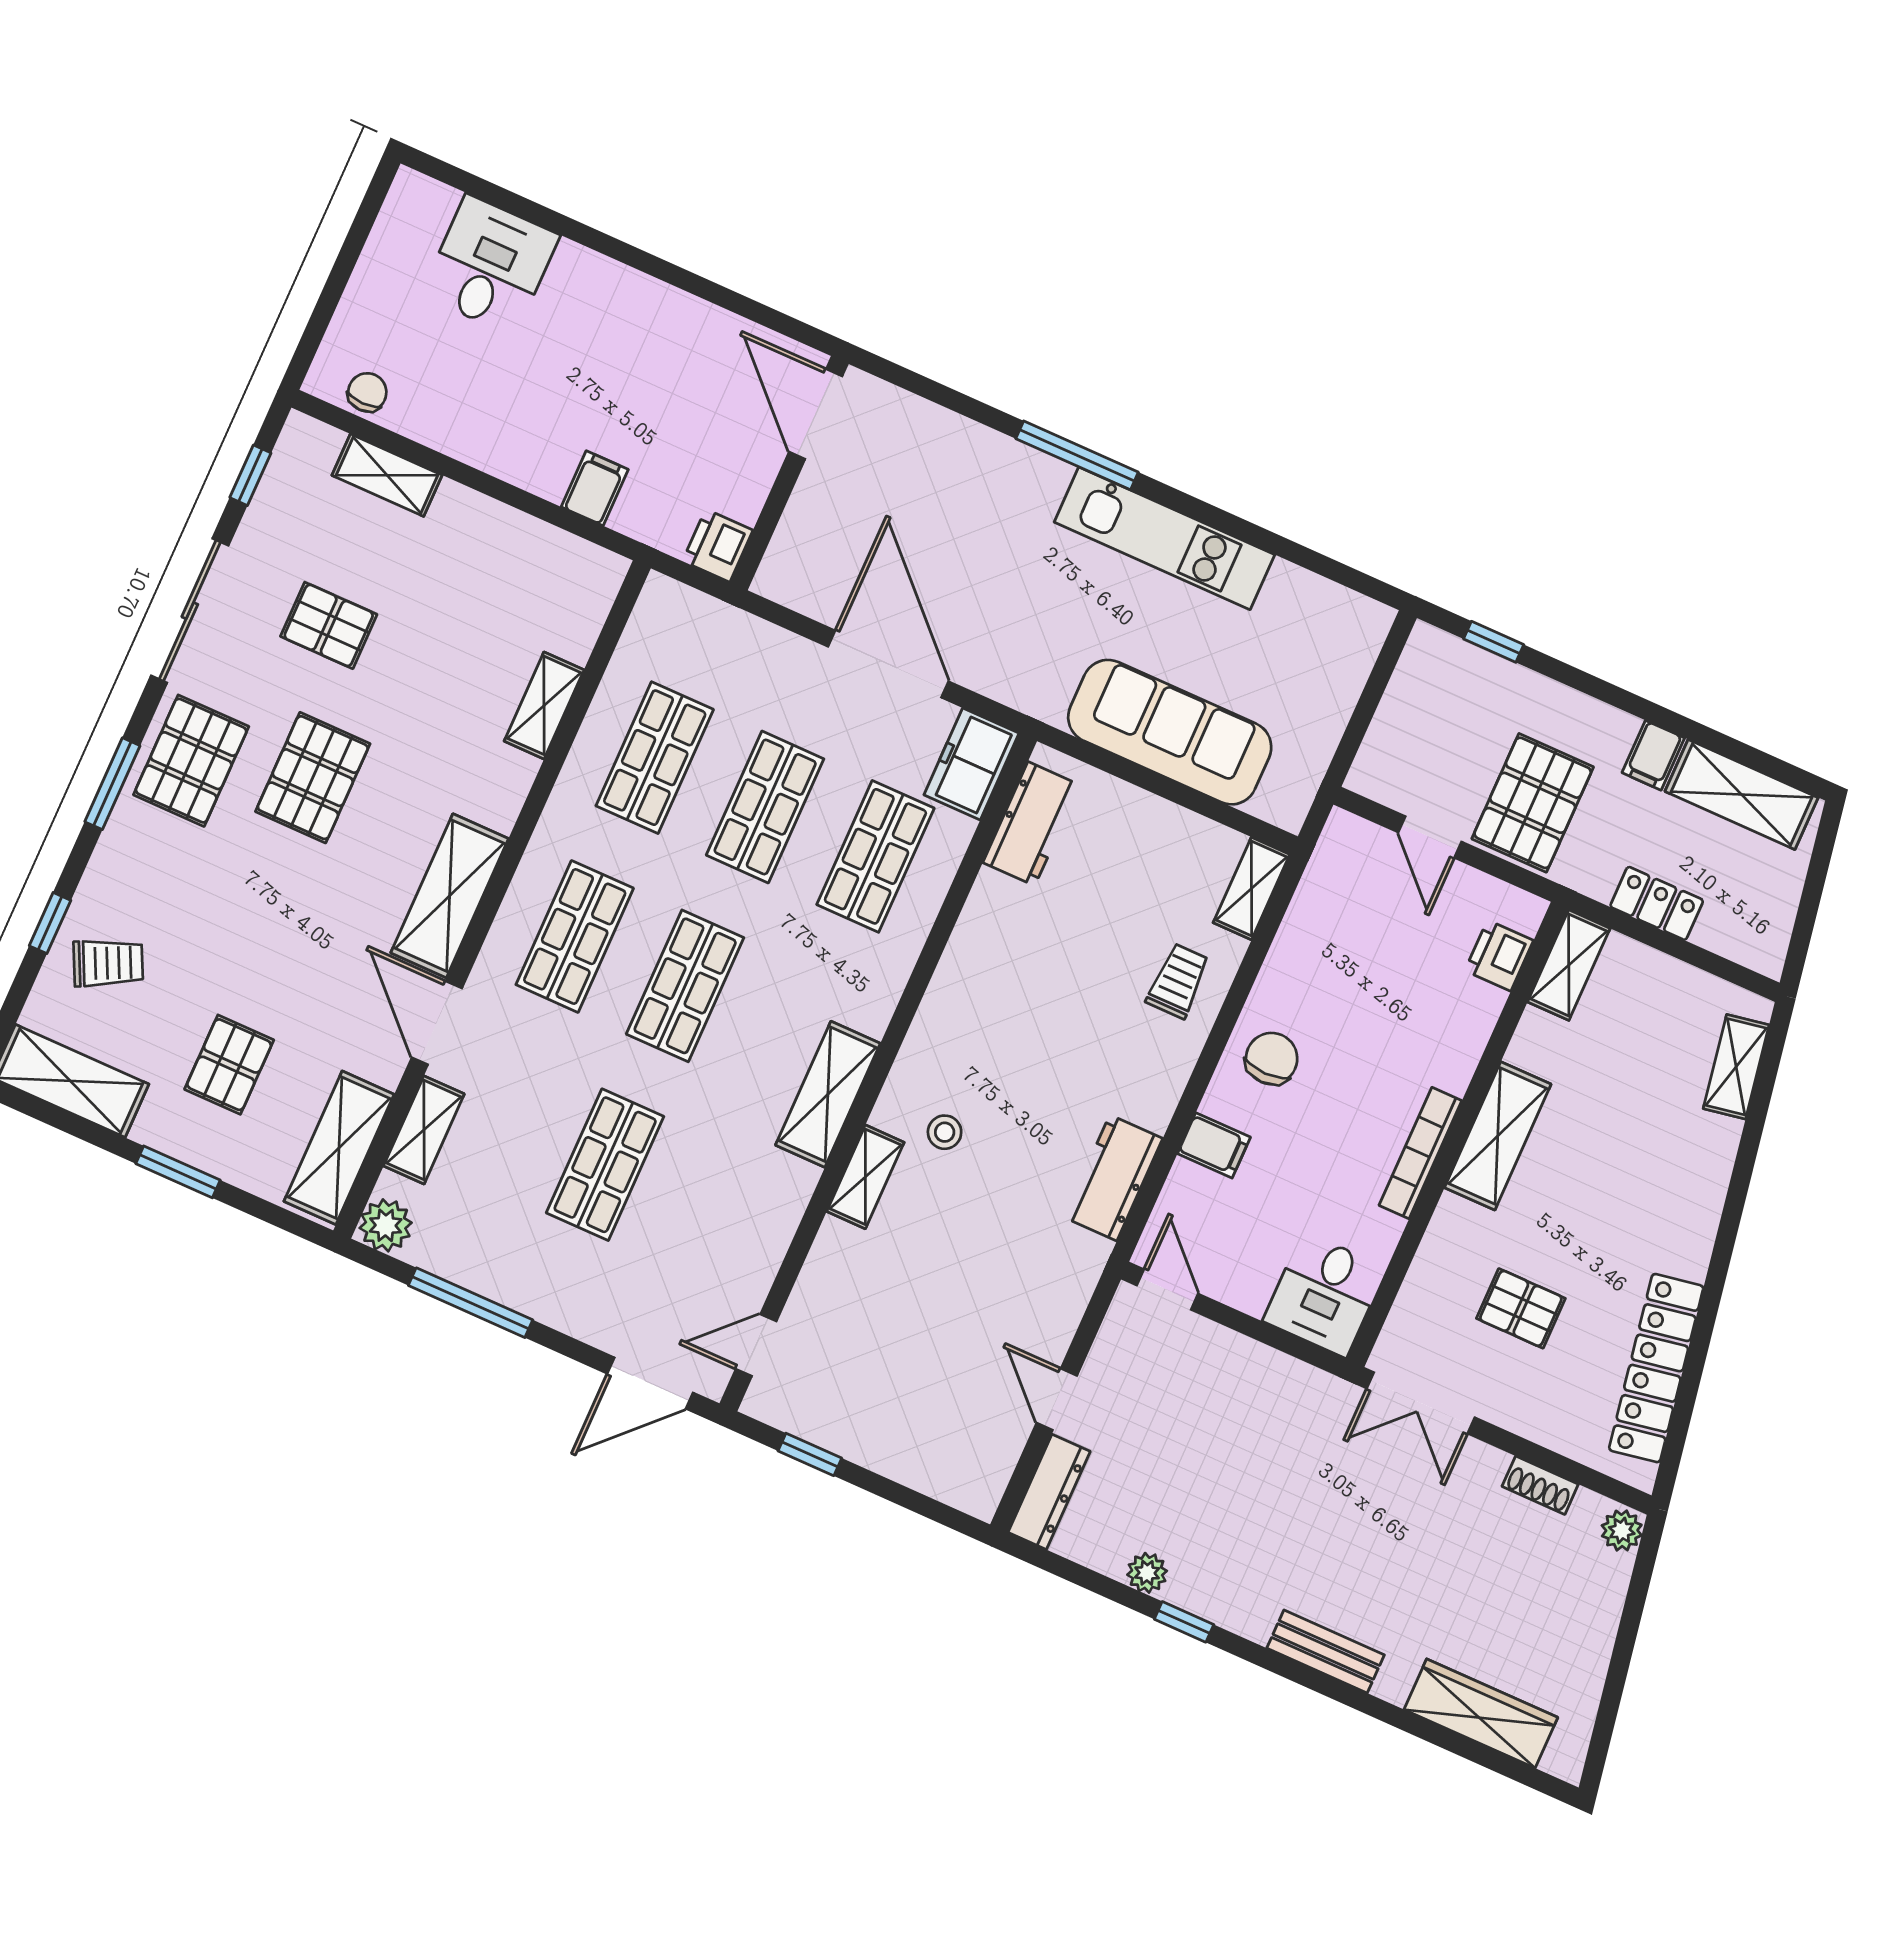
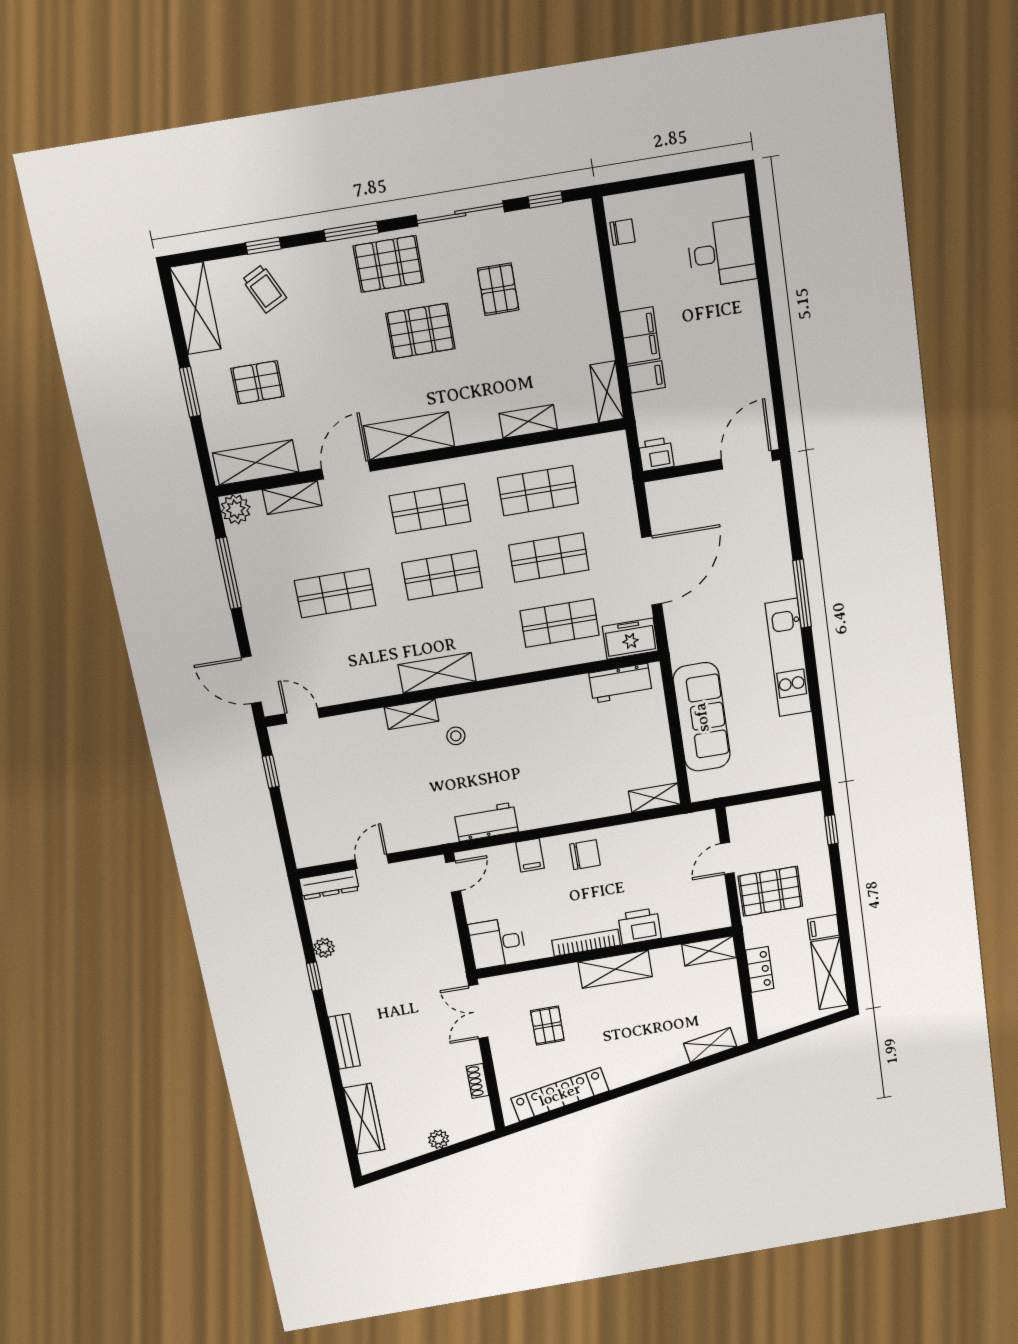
filing cabinet: (529, 460) -> (640, 336), added
shelving: (387, 475) -> (607, 392), moved
printer: (1499, 956) -> (640, 926), moved, width x1.36, depth x1.24
trolley: (1178, 981) -> (592, 793), removed
plant: (1622, 1530) -> (439, 1139), moved

